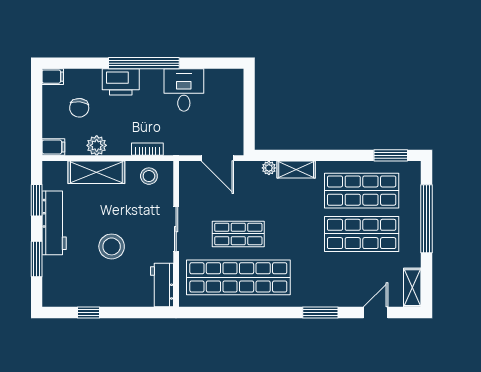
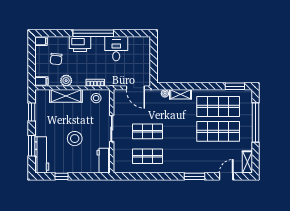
workbench: (54, 223) -> (42, 155), moved
shop shelf: (238, 277) -> (147, 156), width x0.50, depth x0.74

